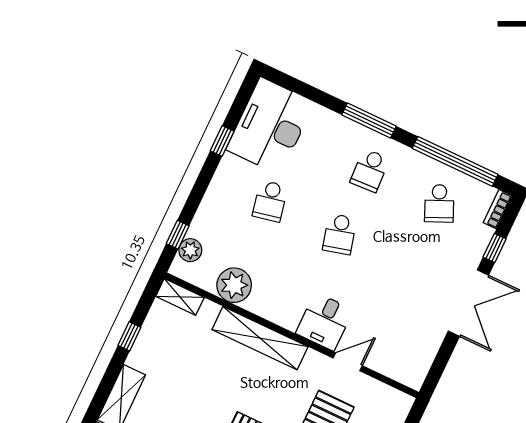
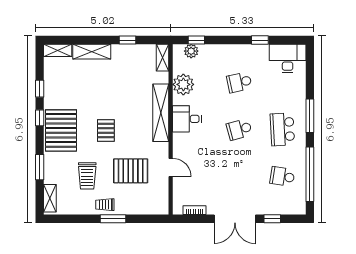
desk: (270, 126) -> (288, 58), width x0.73, depth x0.77
school desk: (370, 170) -> (282, 129), width x1.85
school desk: (439, 203) -> (282, 176), turned 33
bookcase: (498, 209) -> (194, 210), moved
desk: (324, 322) -> (187, 119), moved

